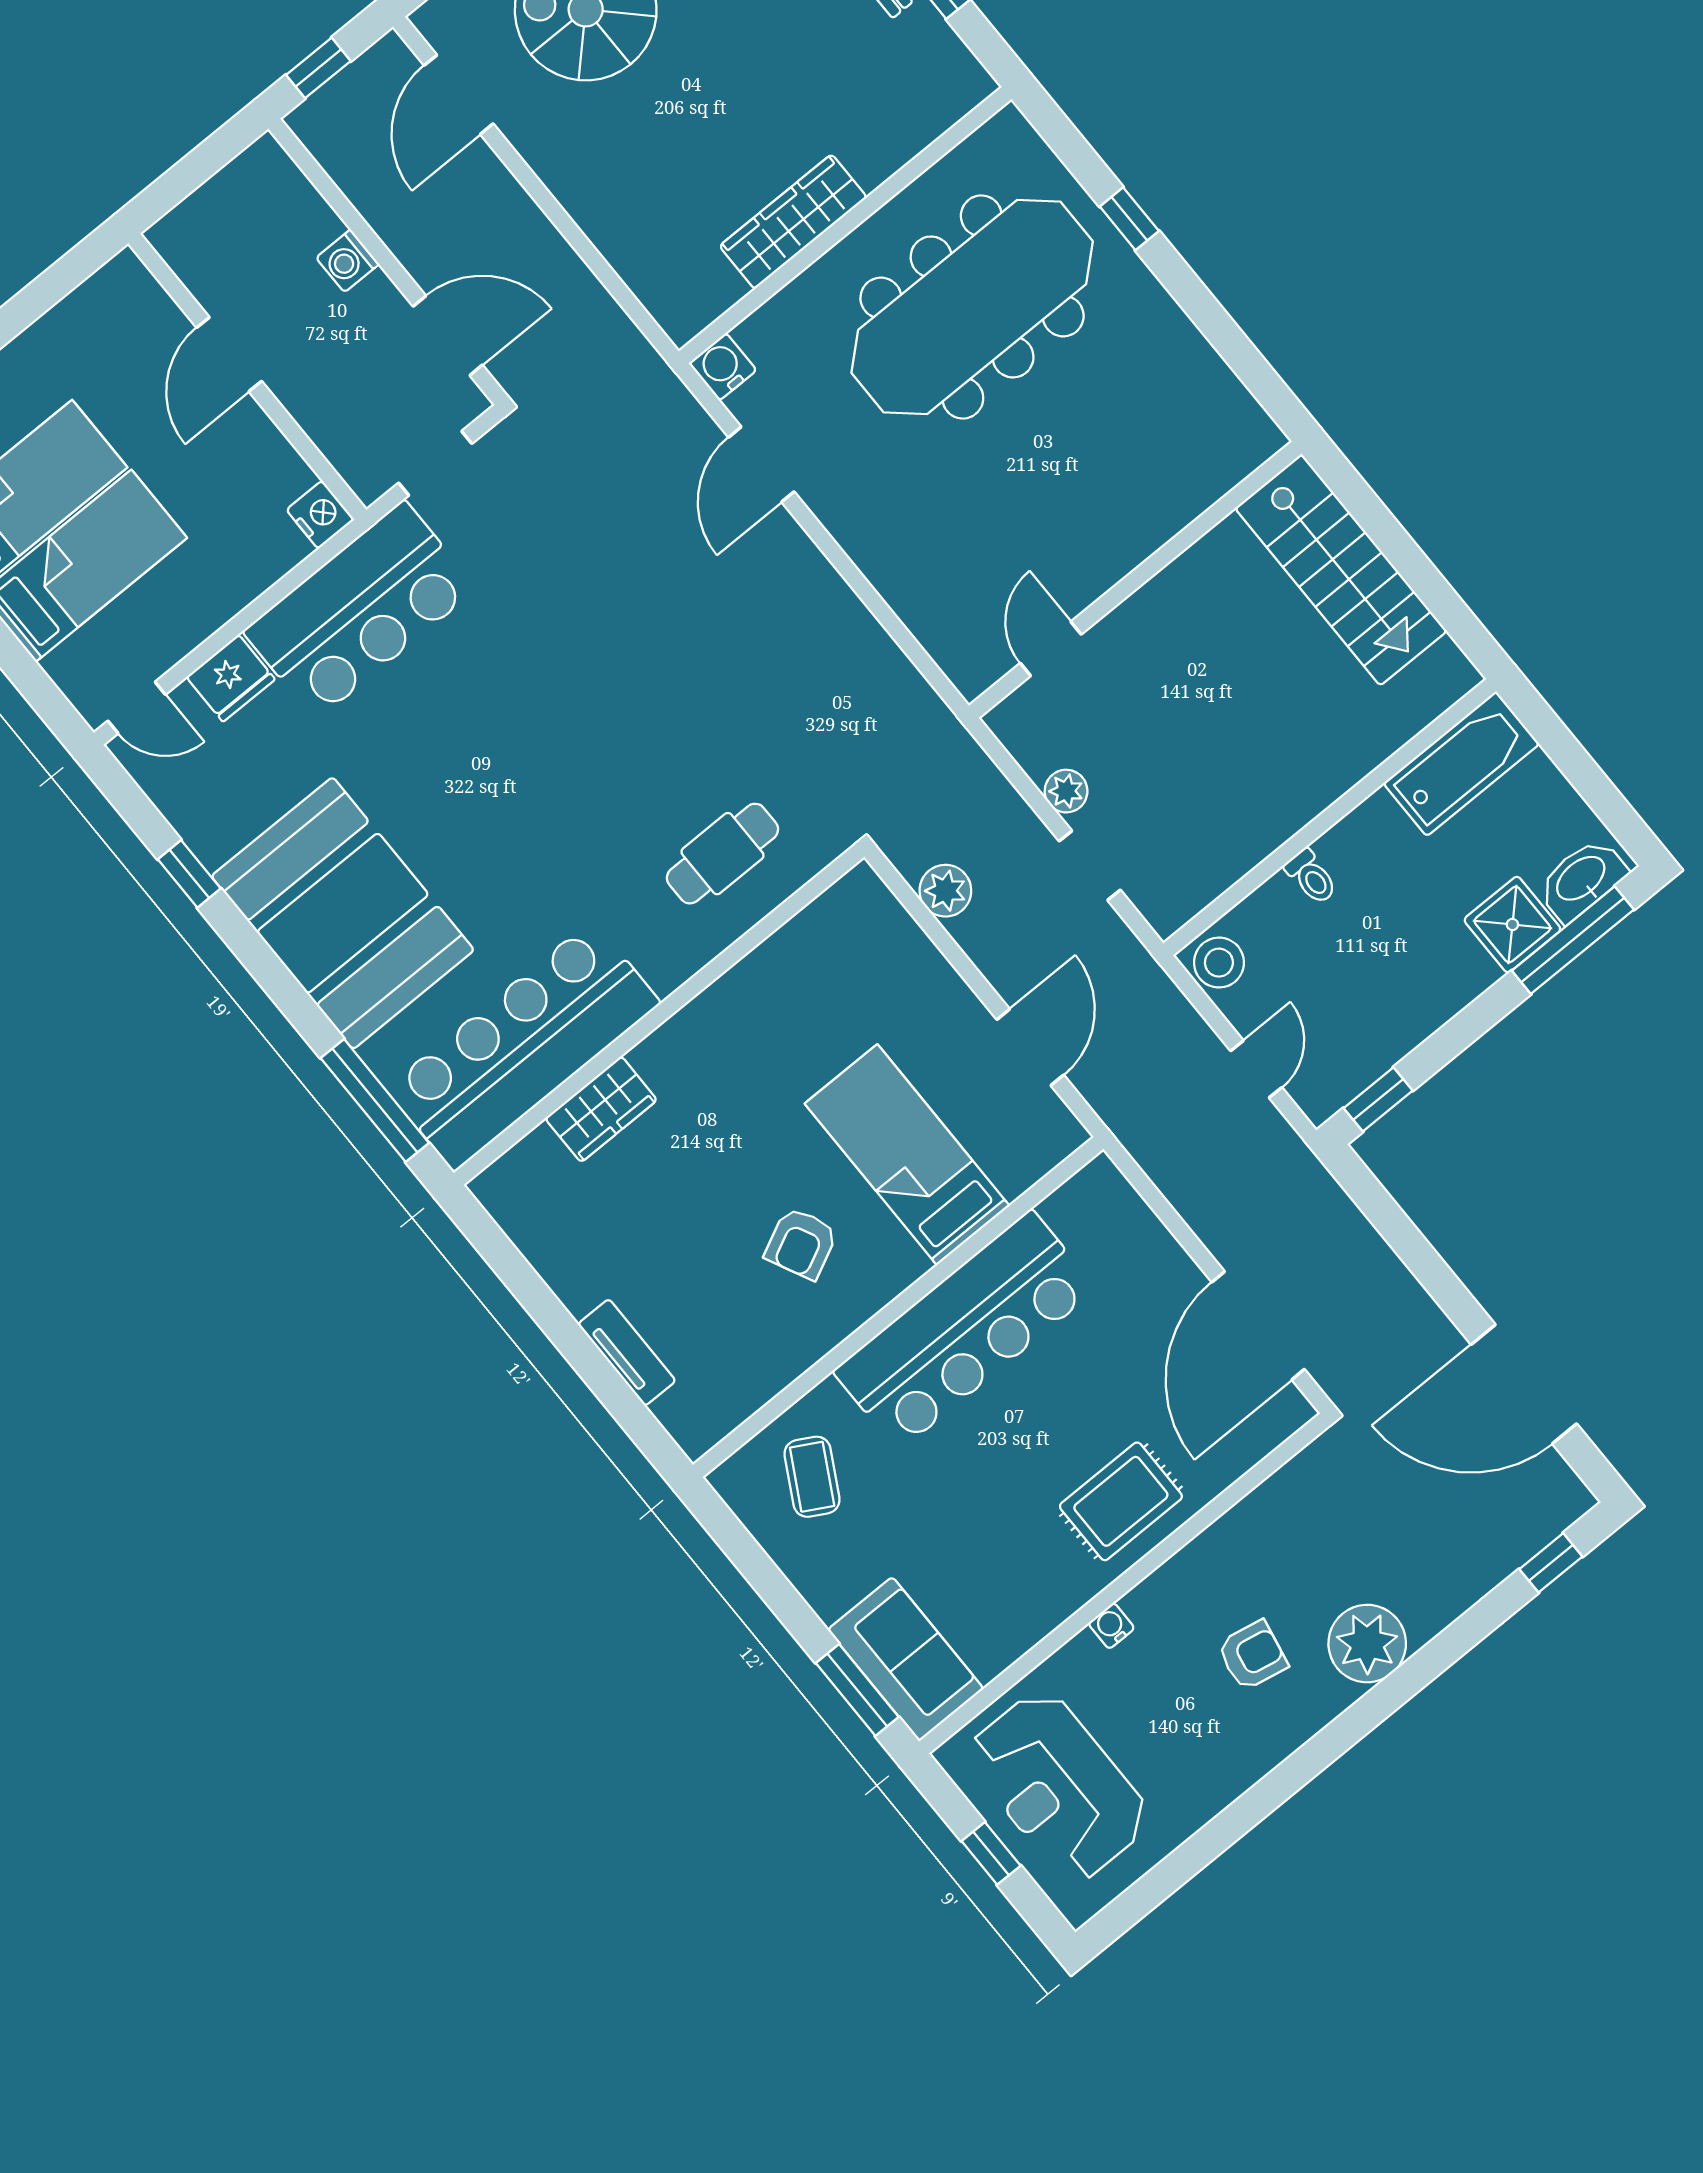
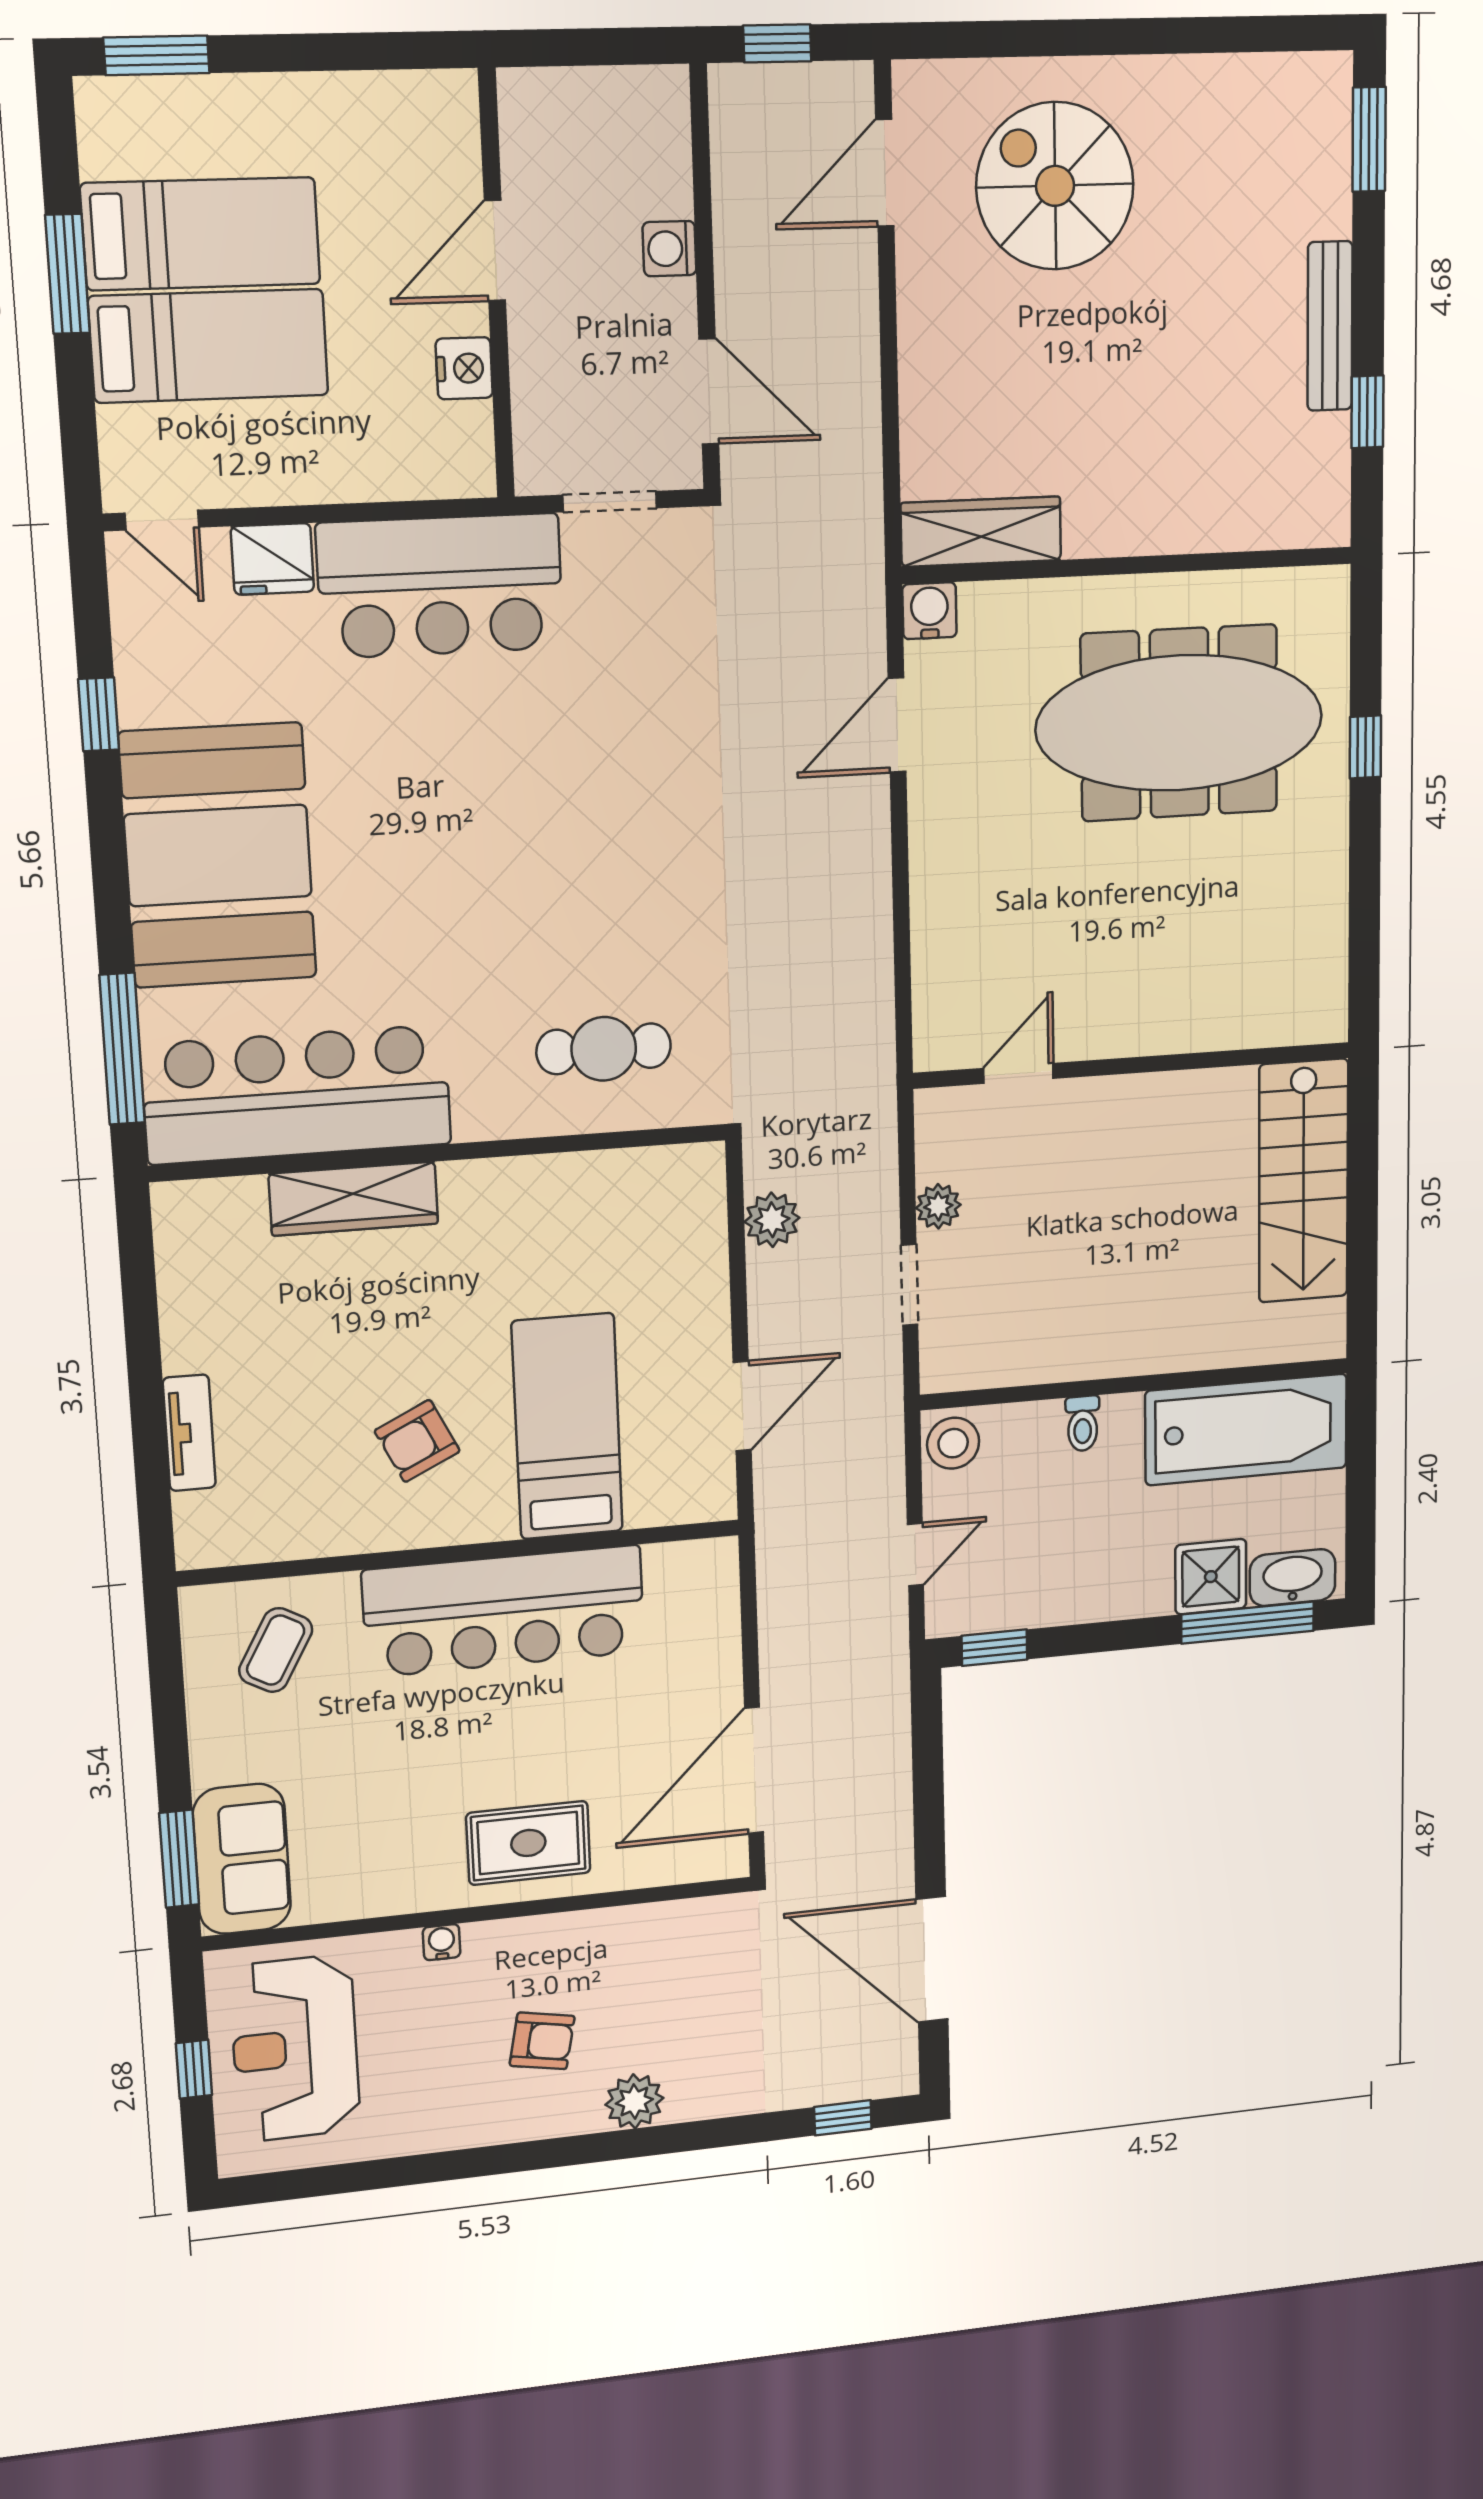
wardrobe: (793, 222) -> (981, 532), moved
nightstand: (320, 515) -> (464, 368), moved
bathtub: (1461, 764) -> (1246, 1429), width x1.36, depth x1.36
wardrobe: (601, 1109) -> (354, 1199), width x1.50
plant: (1367, 1644) -> (634, 2101), width x0.73, depth x0.73

